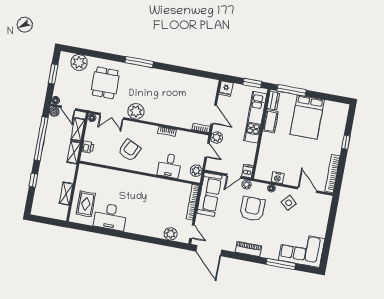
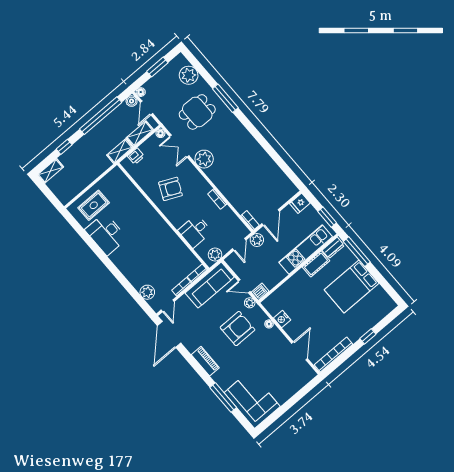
window: (139, 62) -> (225, 98), moved
shelving: (66, 194) -> (50, 171), moved
side table: (289, 203) -> (274, 349), removed

